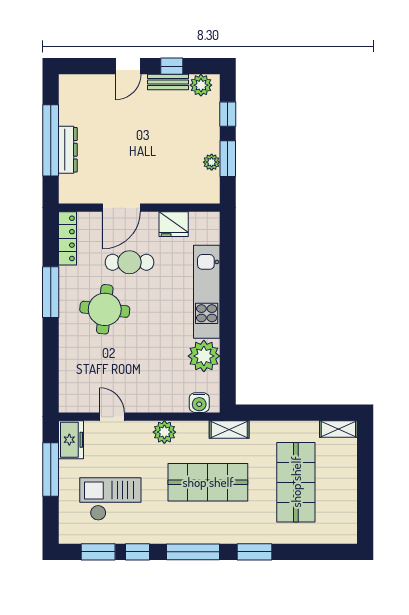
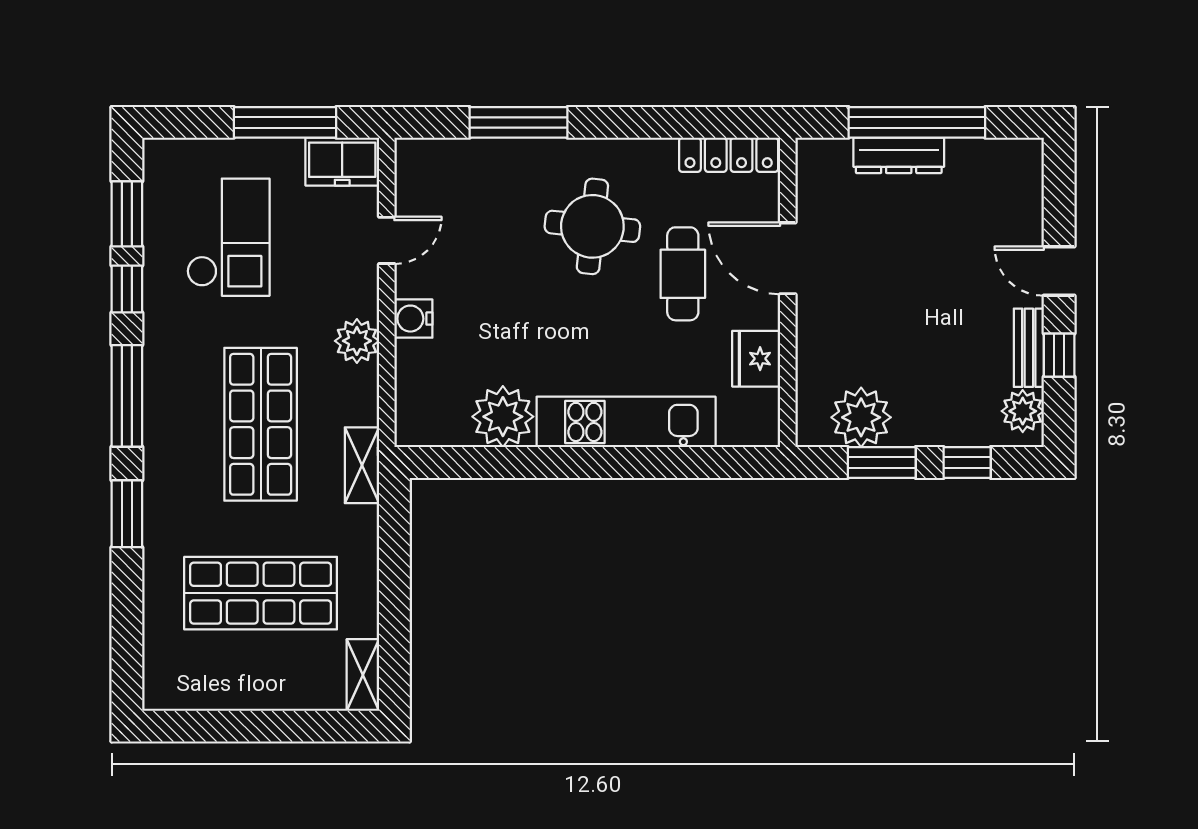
plant: (212, 162) -> (861, 417), width x1.88, depth x1.88
window: (51, 292) -> (518, 122), moved
water cooler: (199, 403) -> (413, 319), moved

